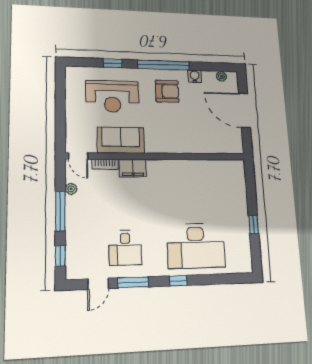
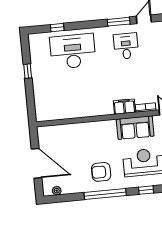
water cooler: (195, 76) -> (79, 188), removed
window: (178, 281) -> (57, 28), moved

